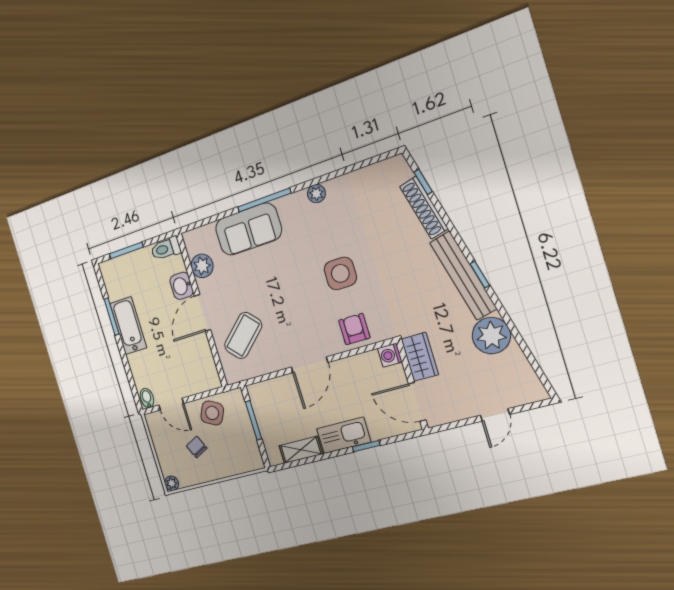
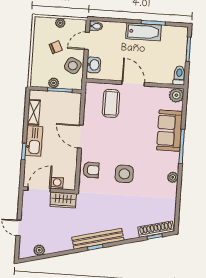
shoe rack: (424, 208) -> (156, 229), moved
plant: (202, 266) -> (176, 95), moved
washbasin: (182, 286) -> (93, 65), moved, turned 90
coffee table: (243, 335) -> (111, 103), turned 43
plant: (491, 336) -> (39, 250), moved, width x0.53, depth x0.53
washing machine: (390, 355) -> (57, 183), moved
plant: (247, 433) -> (54, 83), added
plant: (172, 483) -> (60, 23), moved

